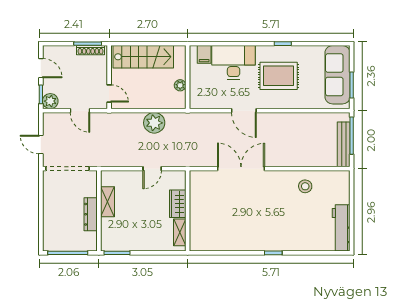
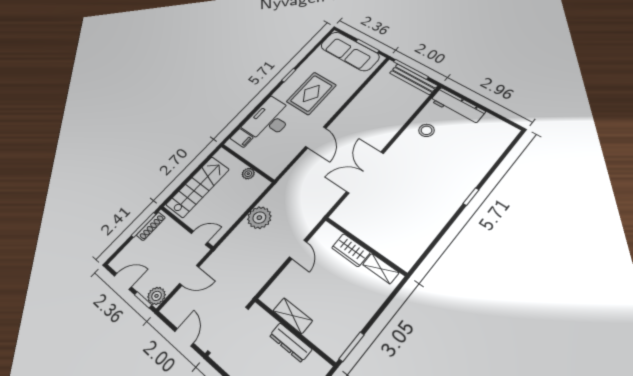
door: (244, 111) -> (316, 137), hinge flipped
door: (41, 145) -> (184, 337), swing flipped
workbench: (341, 228) -> (458, 106), moved

